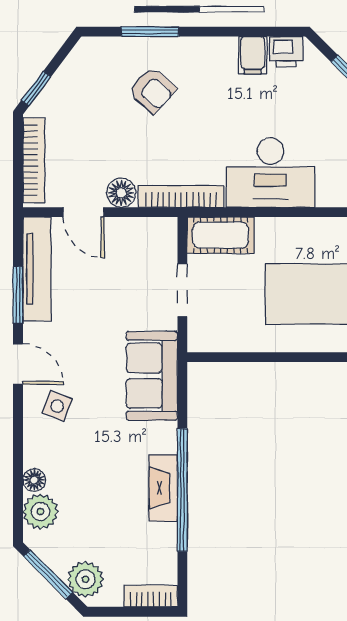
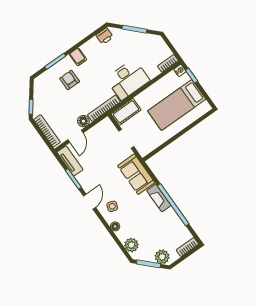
filing cabinet: (253, 55) -> (78, 57), moved
armchair: (152, 90) -> (70, 80), turned -132
door: (84, 212) -> (76, 136), hinge flipped
tv unit: (37, 269) -> (70, 161), width x0.71
door: (18, 364) -> (89, 202), hinge flipped
floor lamp: (34, 480) -> (115, 226), moved
fireplace: (163, 488) -> (159, 198), moved

